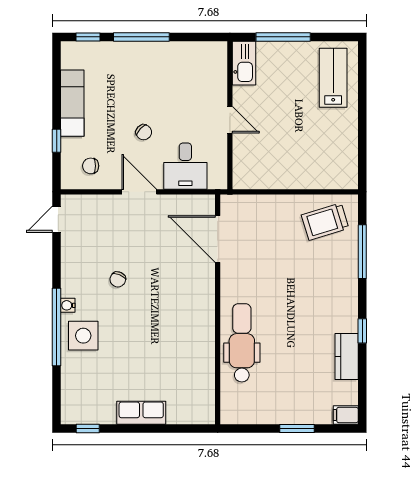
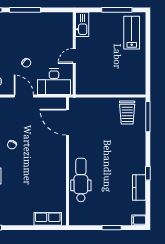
window: (283, 37) -> (117, 10), moved
door: (230, 120) -> (74, 56), swing flipped
desk: (185, 166) -> (54, 82), width x1.37
trolley: (325, 222) -> (127, 113), turned -73
window: (362, 252) -> (148, 117), moved
row of seats: (141, 413) -> (48, 219), moved

